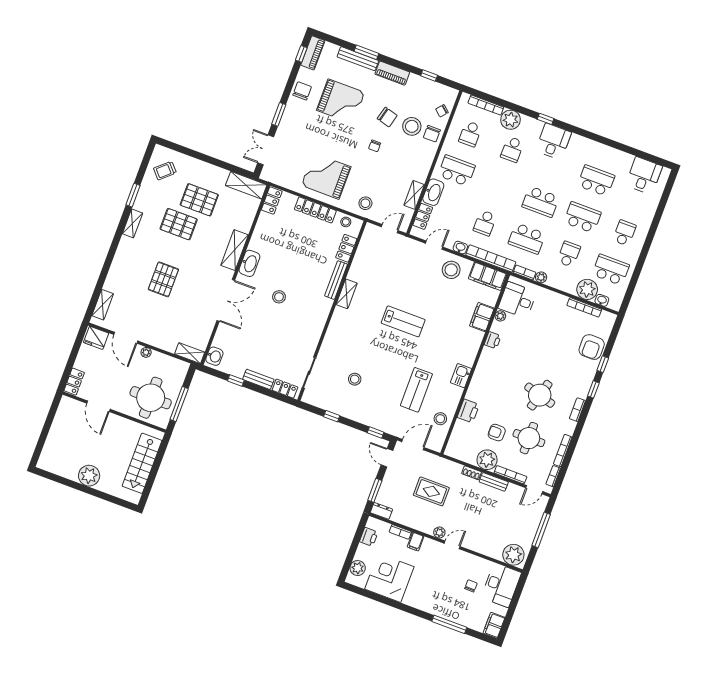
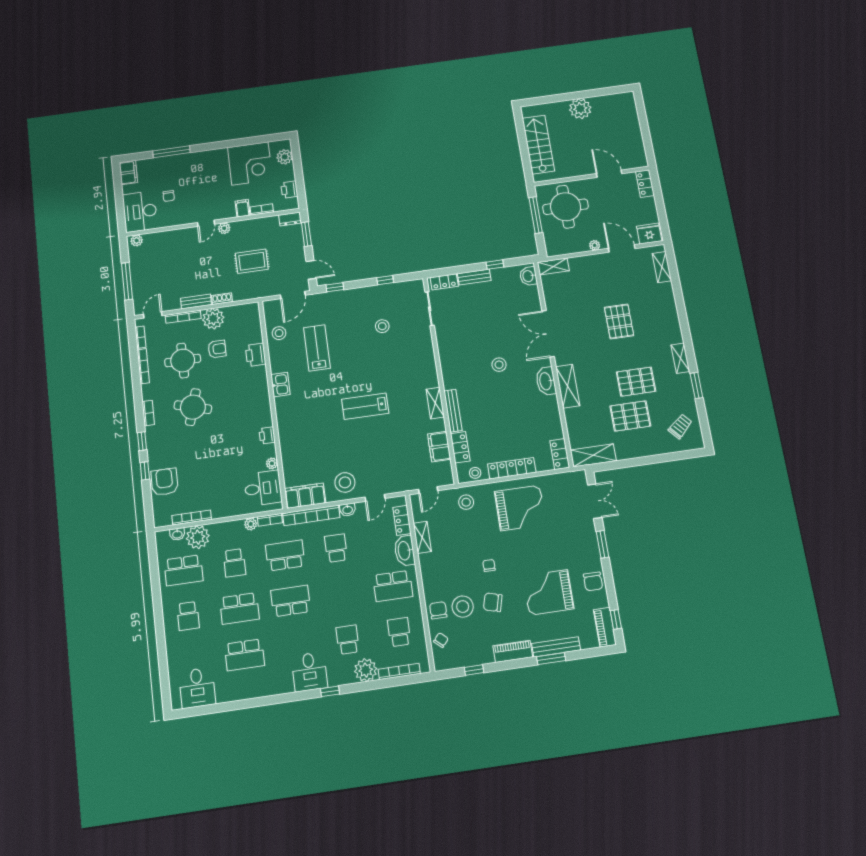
filing cabinet: (482, 317) -> (439, 447), moved, turned 180
plant: (513, 555) -> (137, 241), width x0.53, depth x0.53

